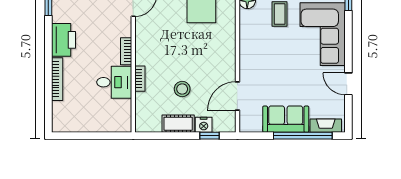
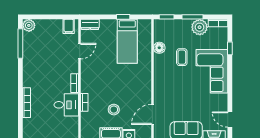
printer: (64, 40) -> (31, 75), removed
door: (348, 84) -> (230, 120), moved

